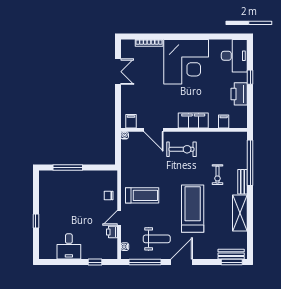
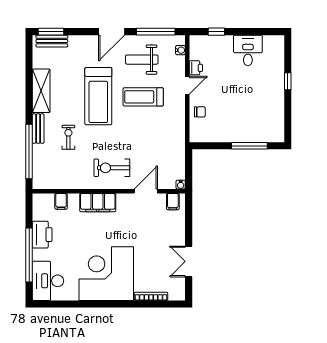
window: (250, 77) -> (29, 255), width x3.17
door: (153, 130) -> (146, 191), hinge flipped
treadmill: (142, 195) -> (143, 97), moved

